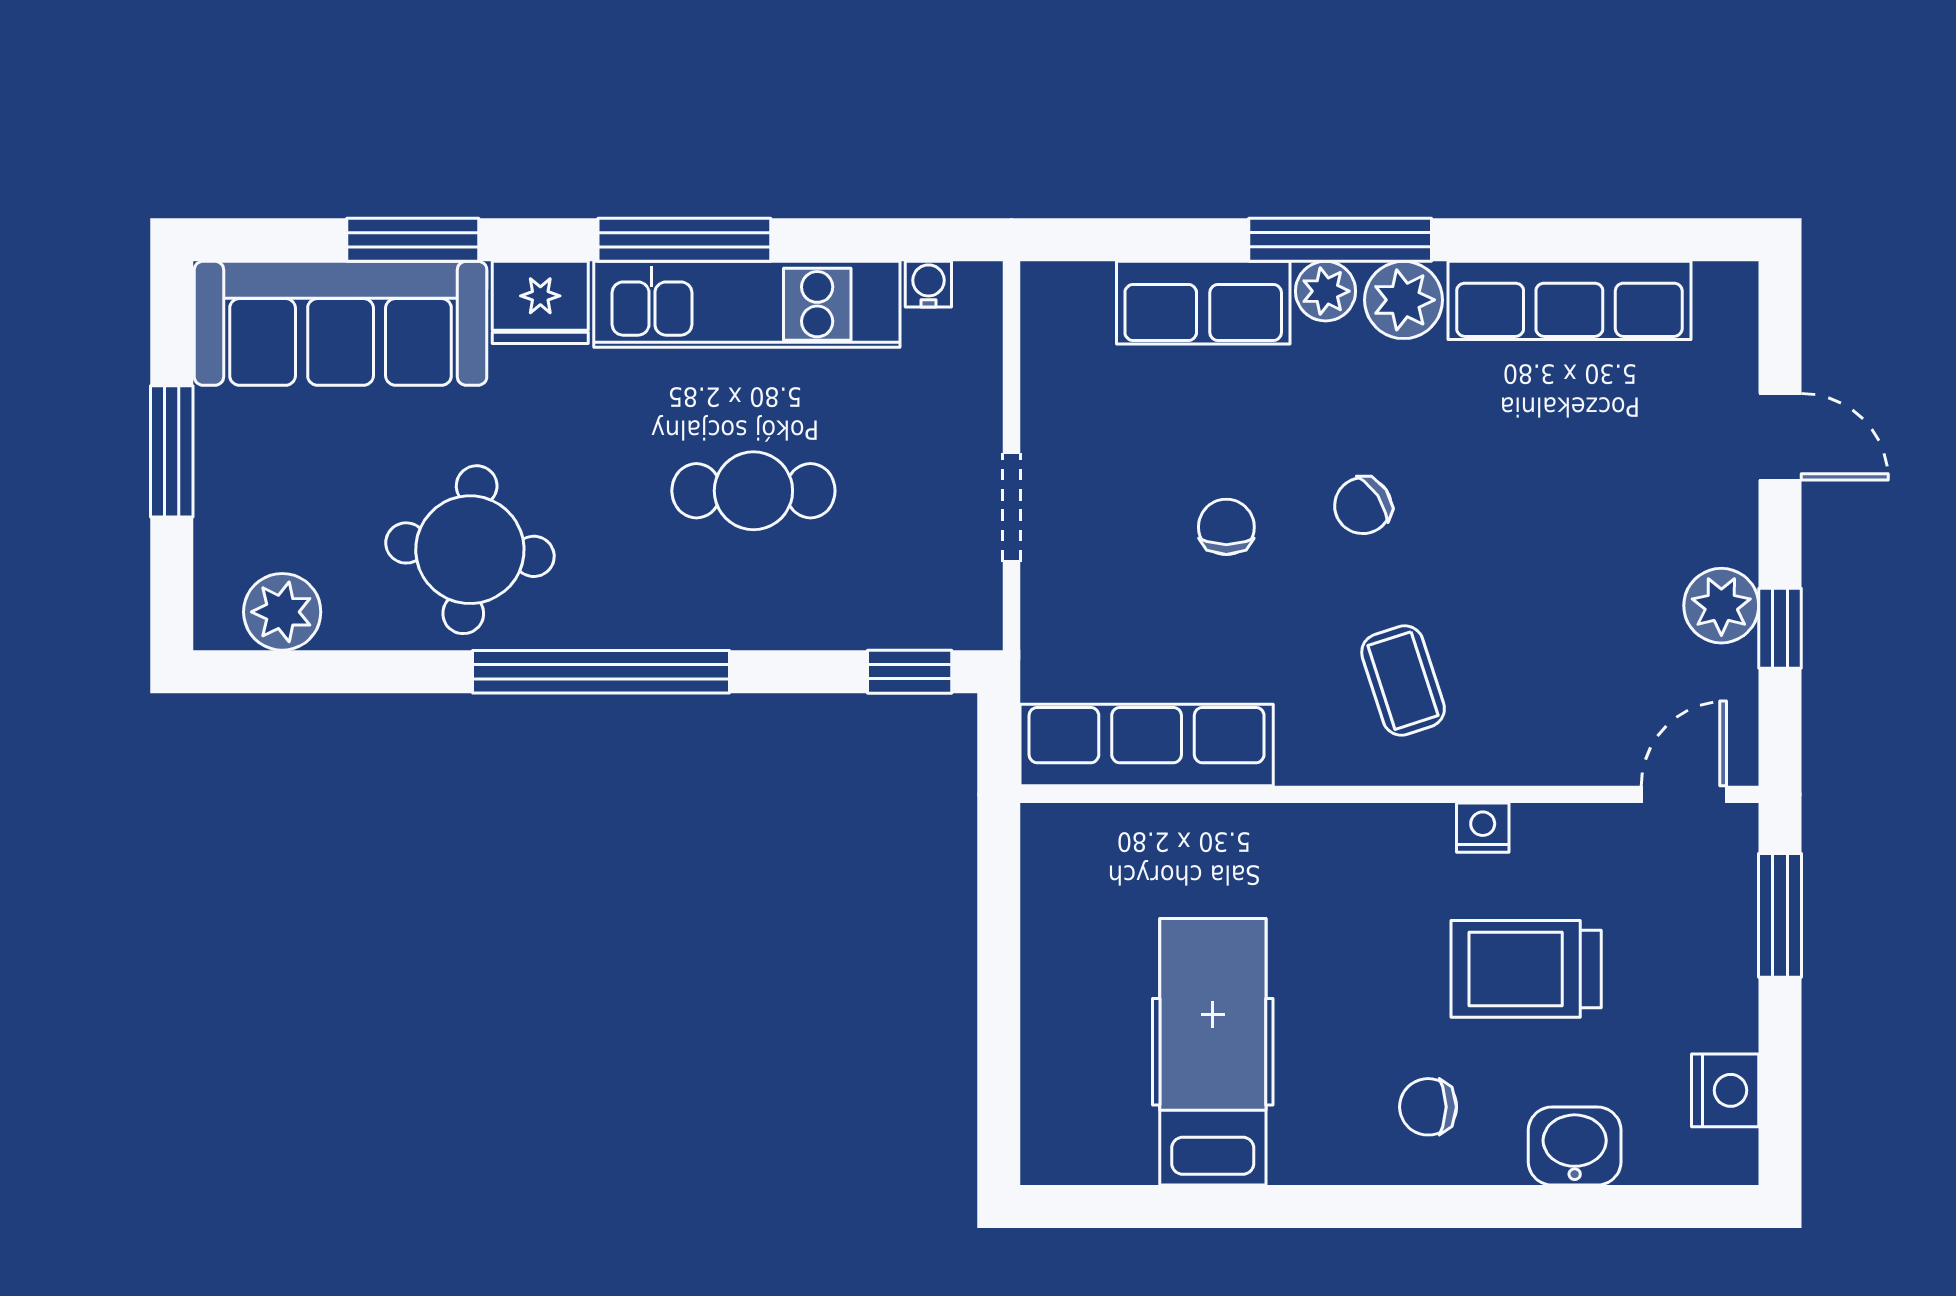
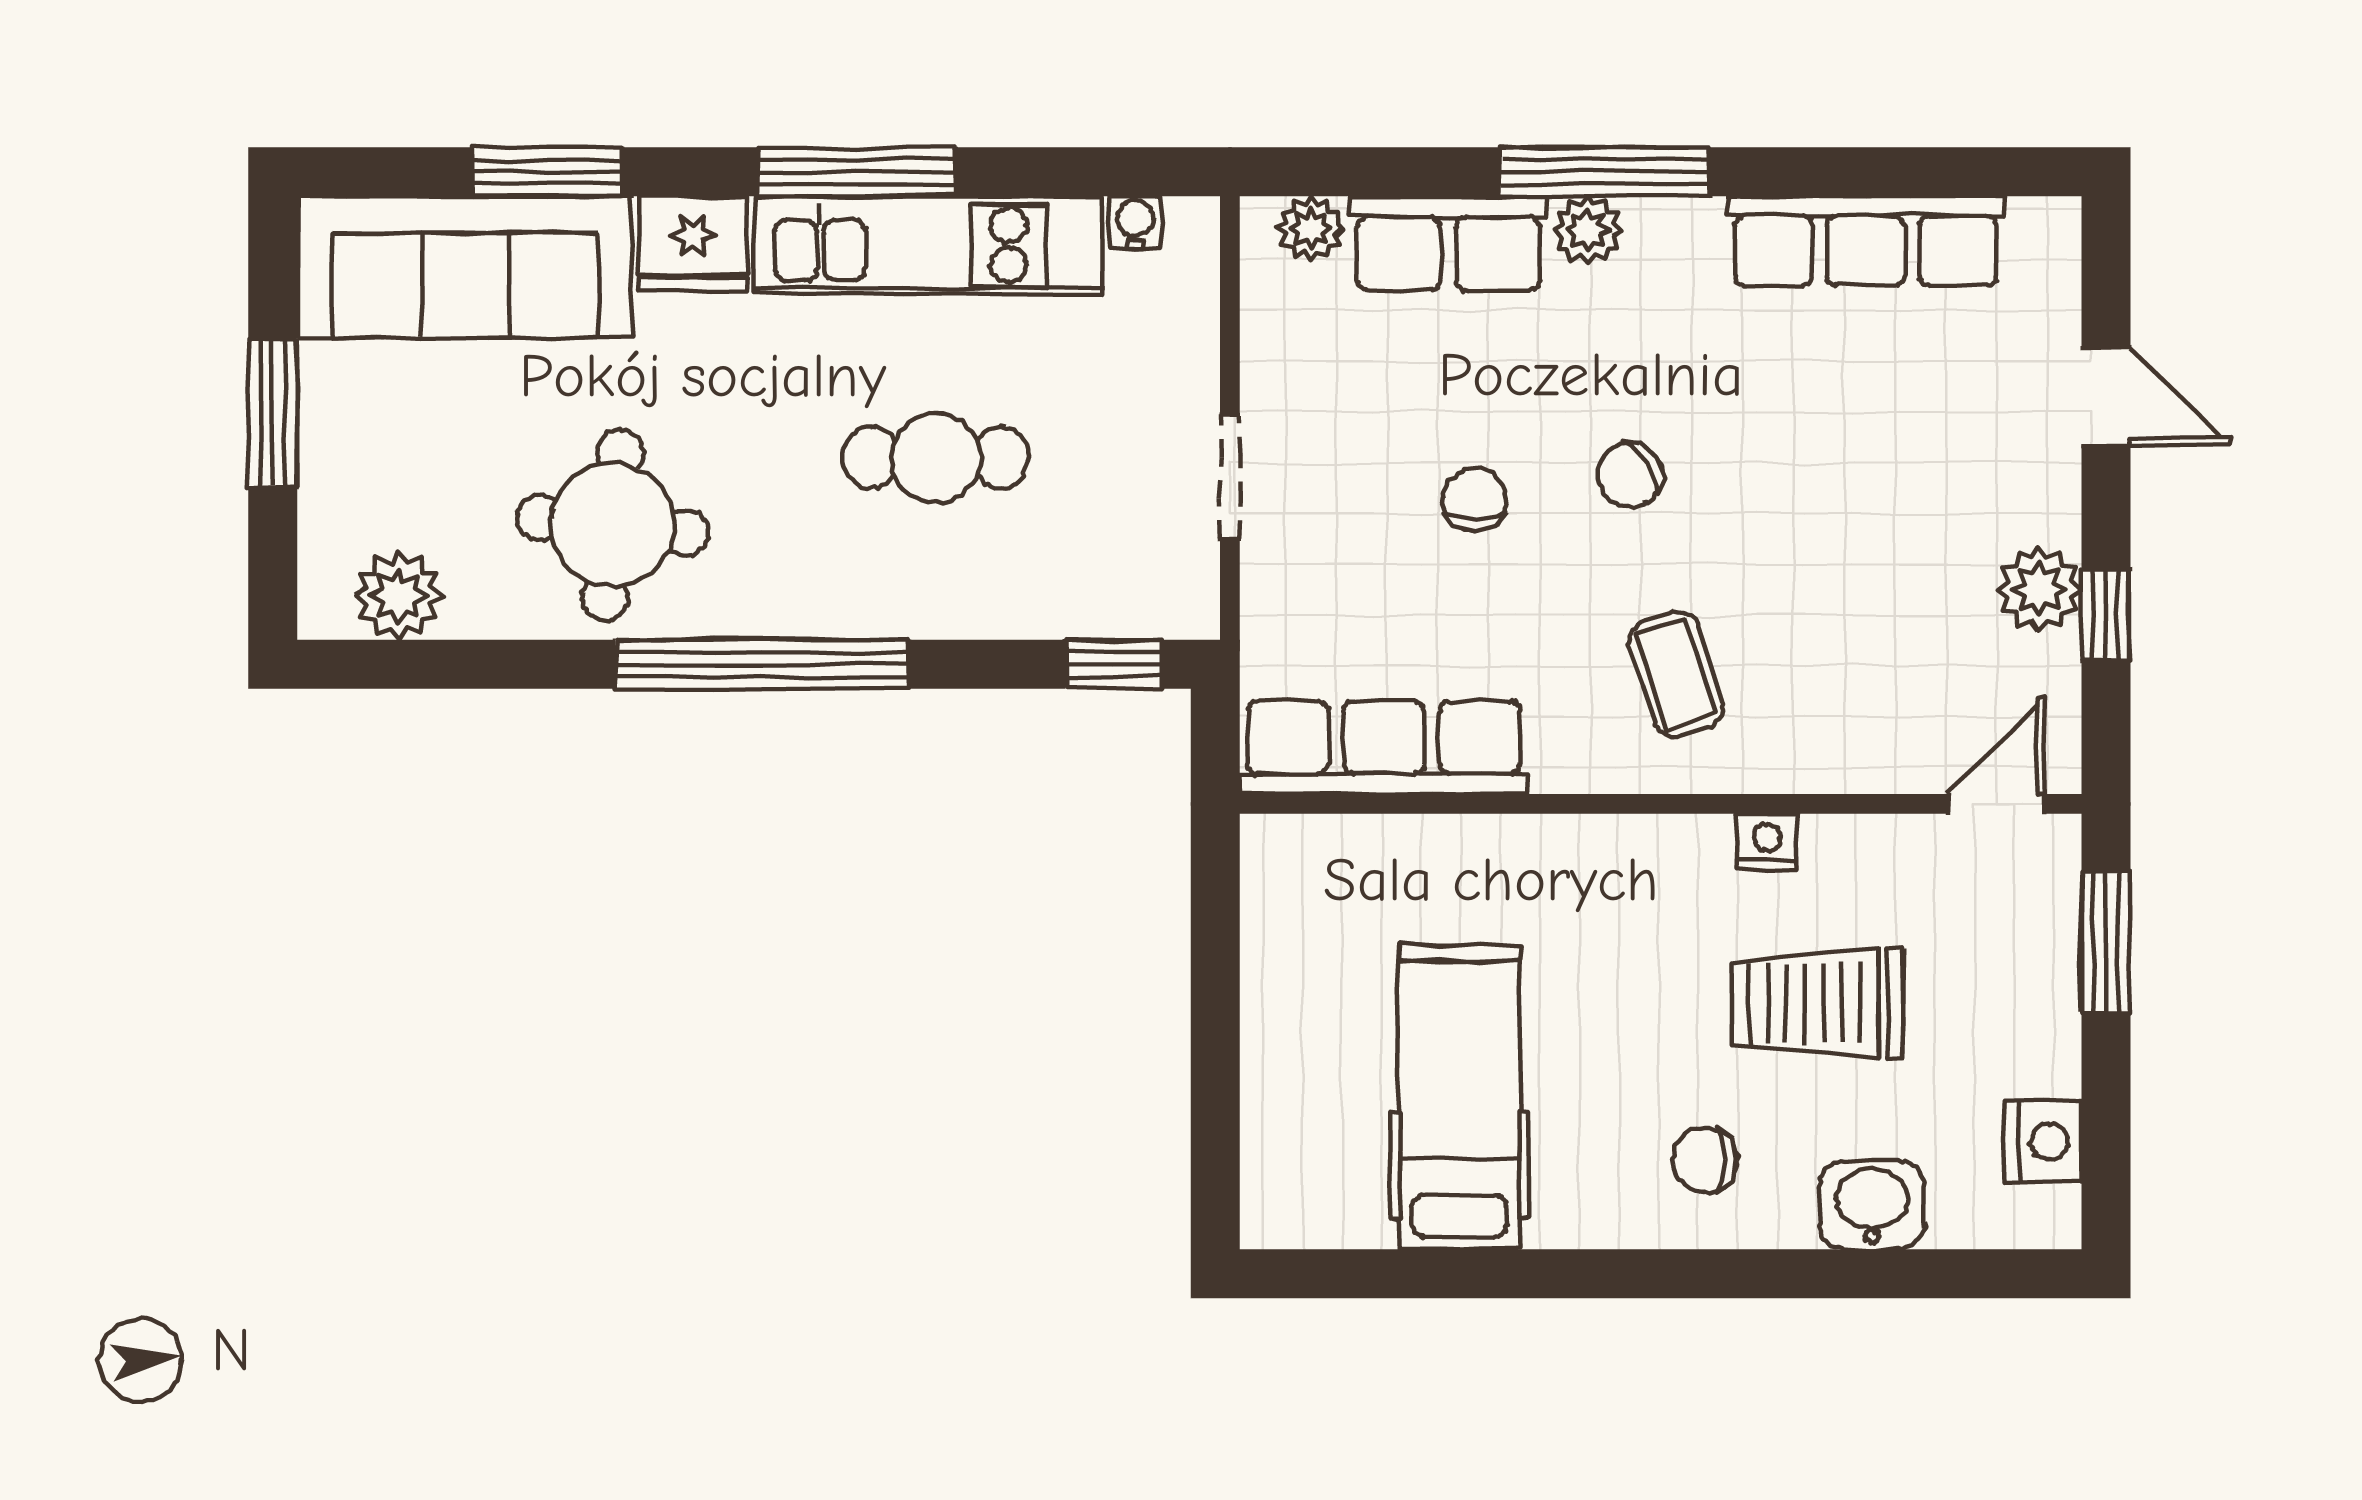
plant: (1404, 300) -> (1311, 228), moved, width x0.73, depth x0.73

